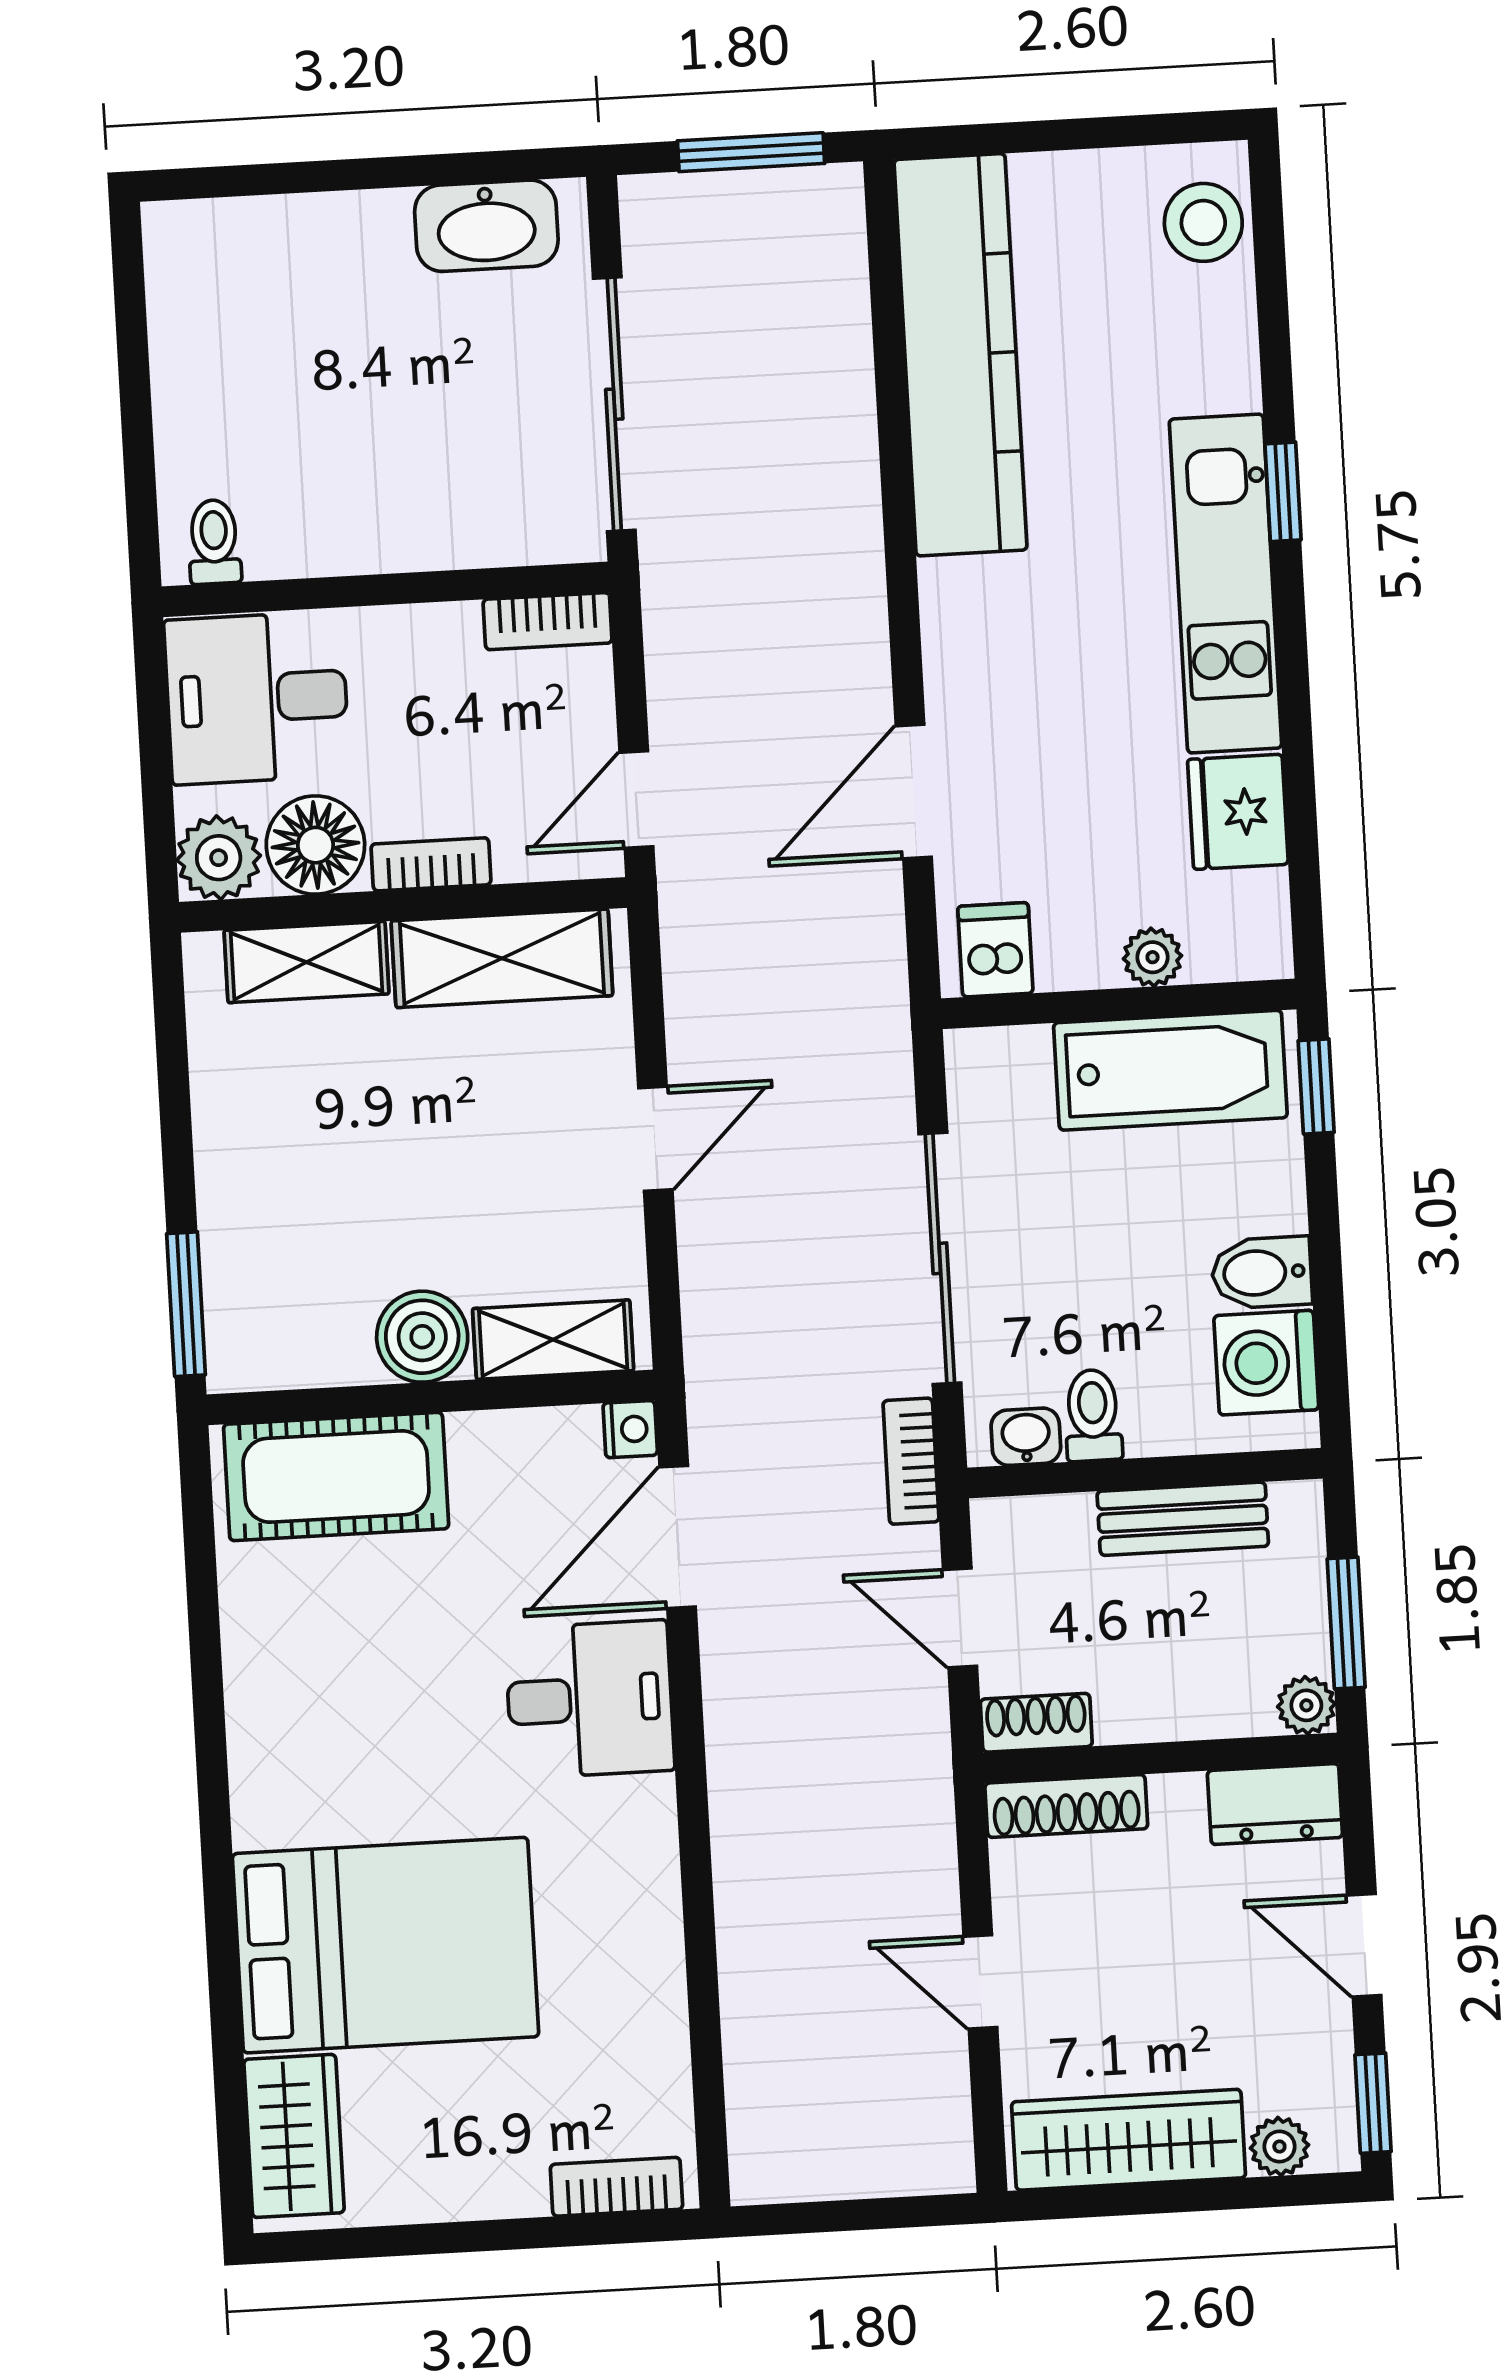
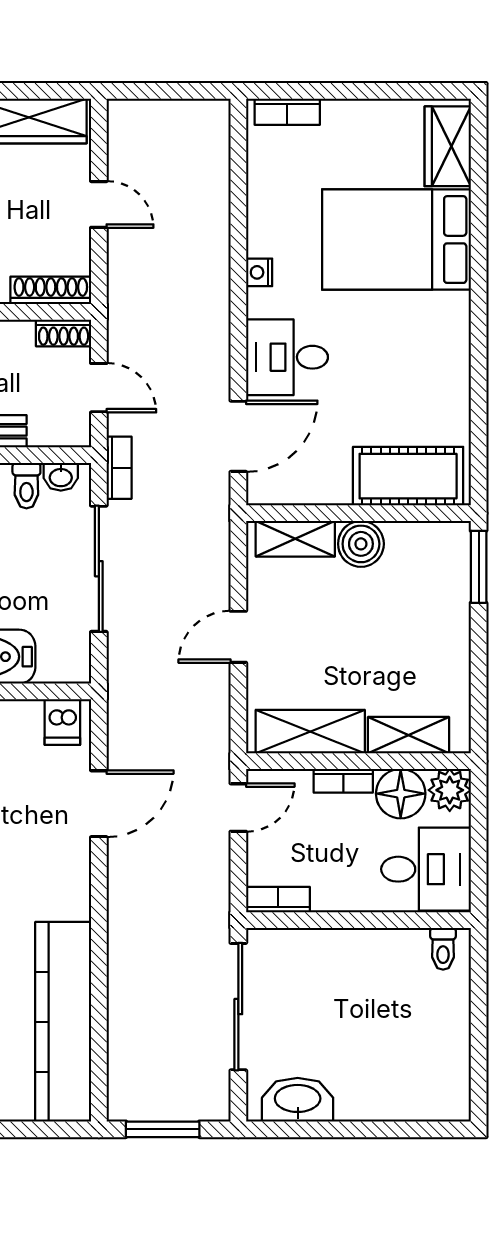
nightstand: (630, 1429) -> (259, 272), moved

